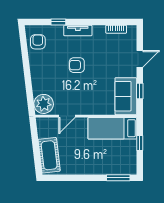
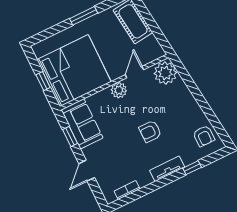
armchair: (77, 65) -> (150, 131), turned 180
plant: (85, 108) -> (119, 90), added
bed: (112, 128) -> (74, 71), width x2.04
window: (118, 178) -> (84, 16), moved

